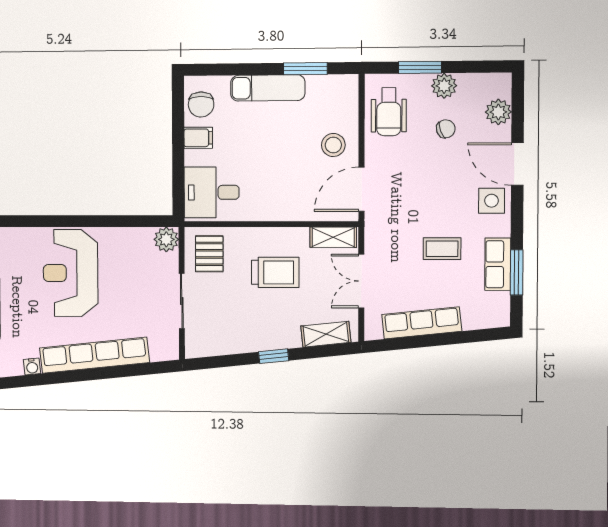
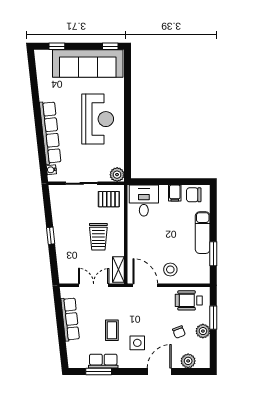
side table: (492, 201) -> (137, 343), moved
reception desk: (71, 273) -> (98, 119), turned 90
shelving: (326, 334) -> (63, 265), removed
water cooler: (32, 367) -> (51, 170), moved

